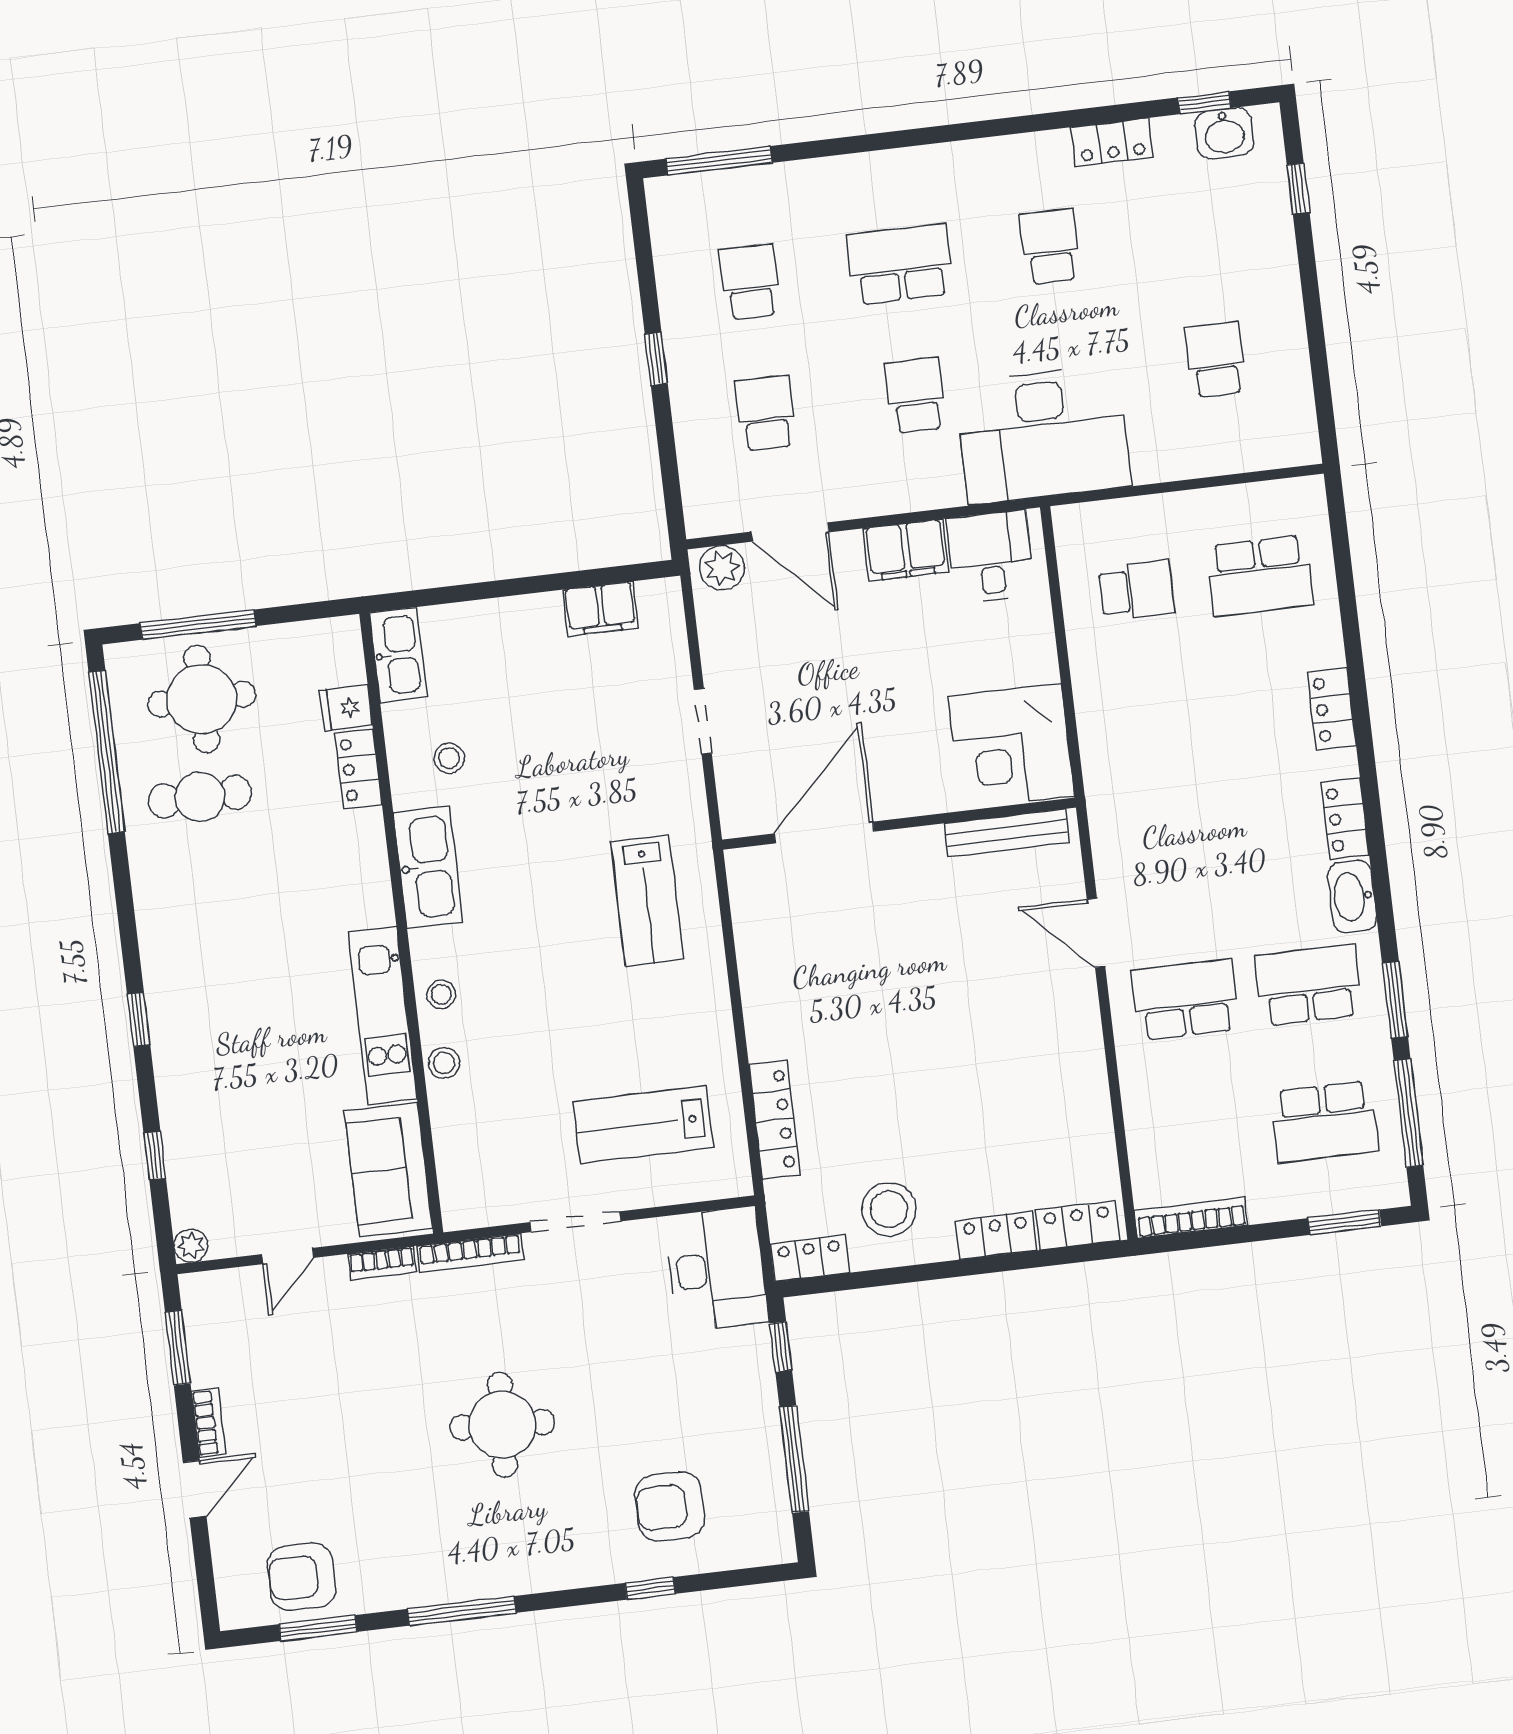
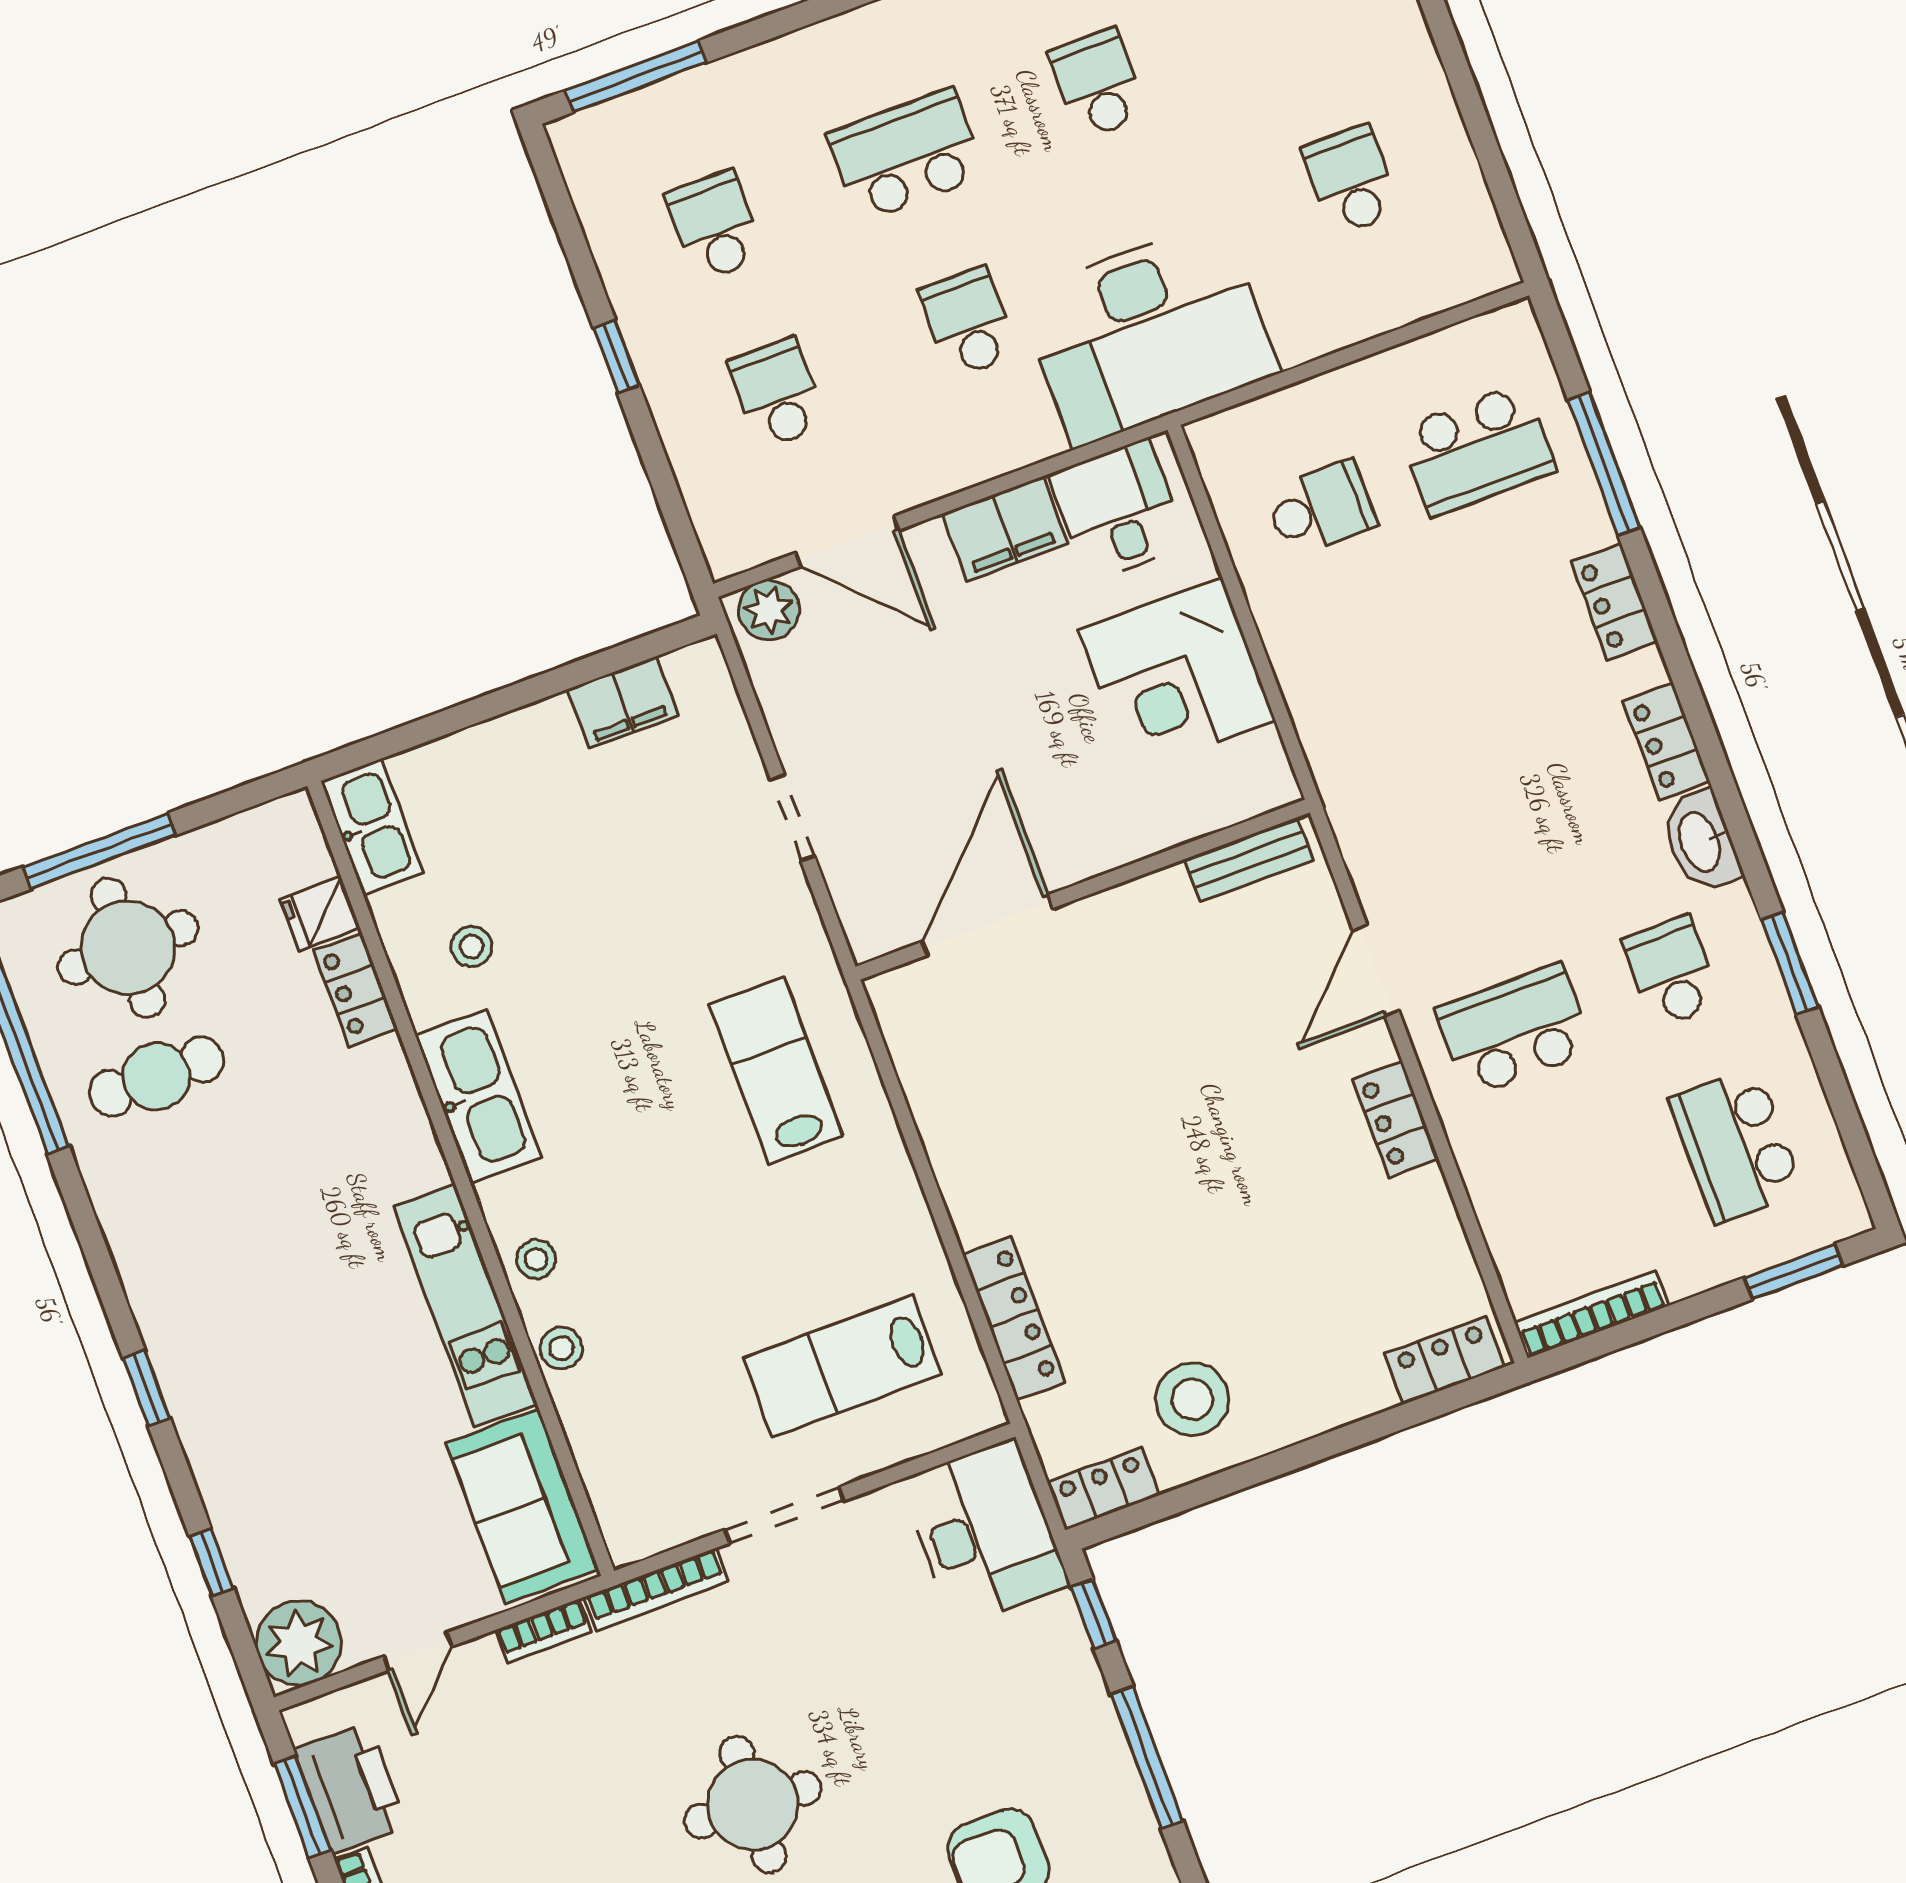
corner desk: (1011, 746) -> (1177, 676), moved
bench: (1007, 833) -> (1248, 860), width x0.73
lab bench: (647, 900) -> (776, 1070), turned 180
door: (1096, 933) -> (1376, 970), hinge flipped
school desk: (1308, 985) -> (1672, 972), width x0.54
window: (1408, 1113) -> (1604, 464), moved
school desk: (1325, 1121) -> (1736, 1145), turned 90
locker: (996, 1235) -> (1396, 1119), moved, turned -90
plant: (191, 1246) -> (299, 1643), width x1.88, depth x1.88
printer: (216, 1343) -> (350, 1788), added

